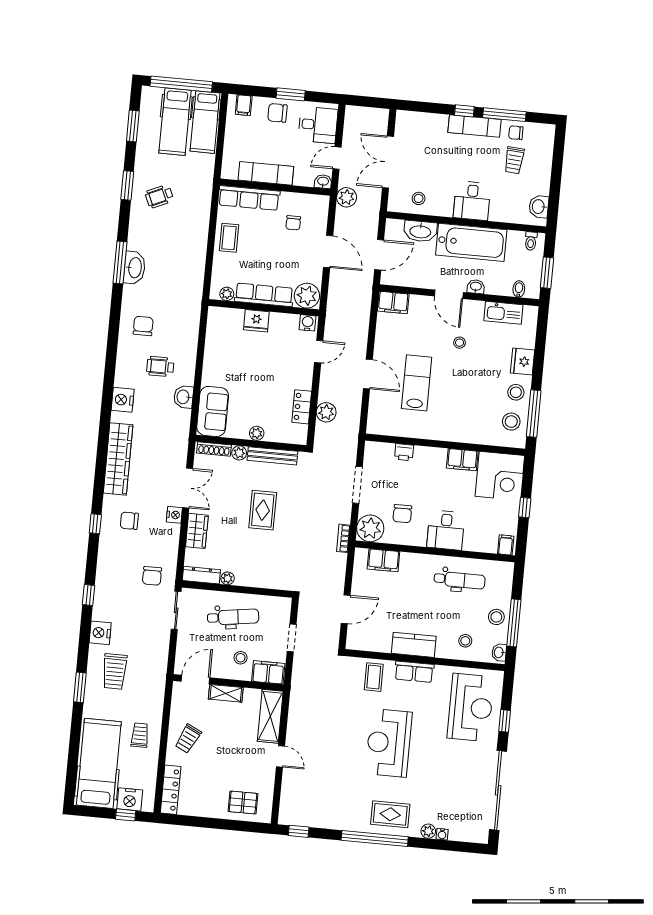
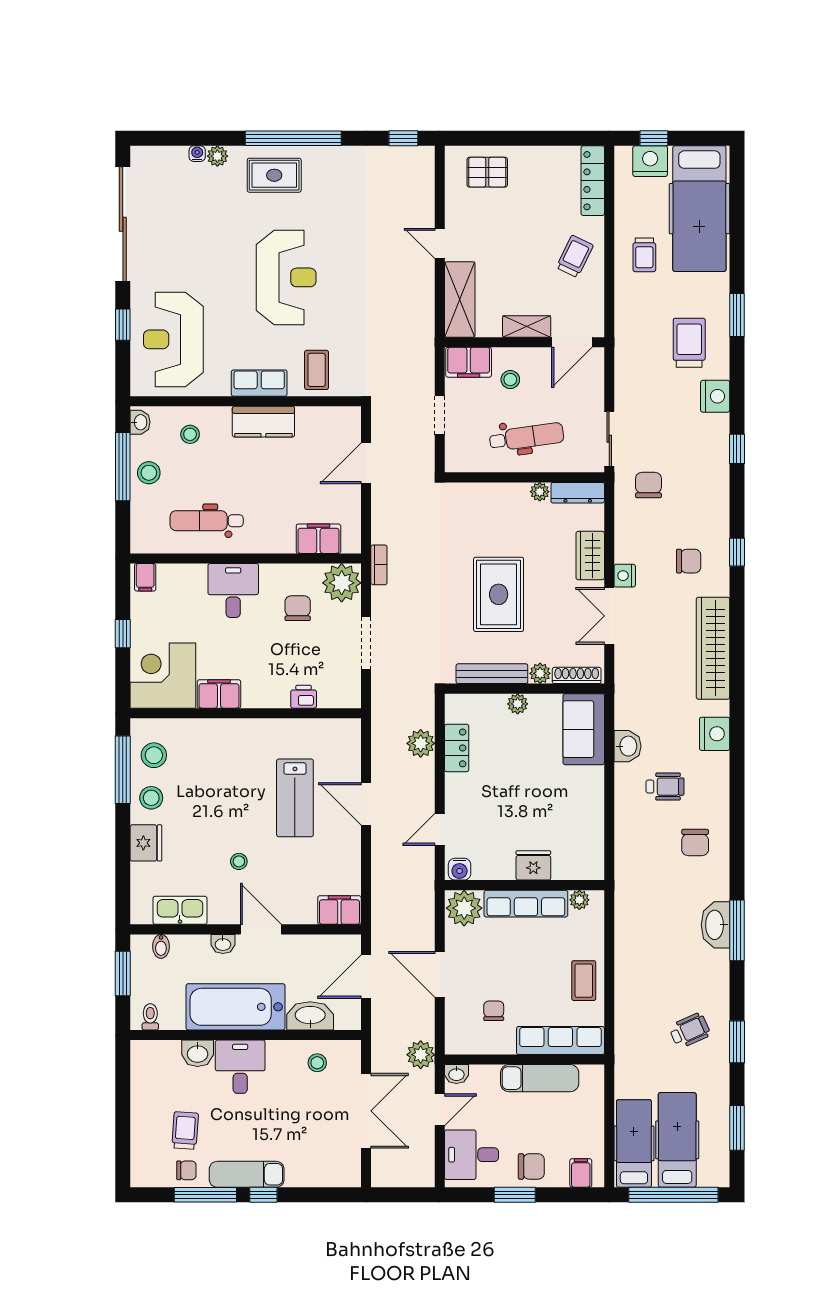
washbasin: (539, 207) -> (198, 1053), moved, turned 90
rug: (263, 510) -> (499, 594), width x1.36, depth x1.43
dental chair: (233, 617) -> (527, 437), turned 180

